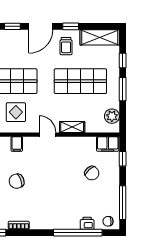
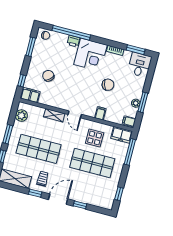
window: (123, 203) -> (31, 47), width x0.69
corner desk: (47, 212) -> (90, 55), added
printer: (87, 223) -> (73, 41), moved

